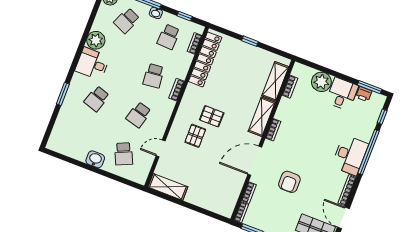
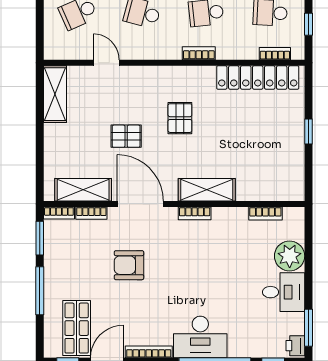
shelving: (275, 81) -> (83, 190), moved
printer: (364, 94) -> (295, 346), moved
pallet: (195, 136) -> (126, 136), moved

